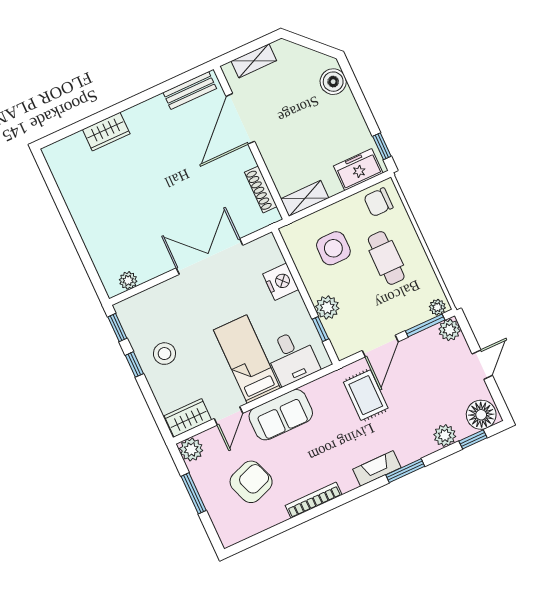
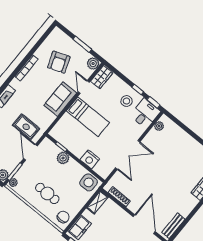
side table: (333, 248) -> (89, 182), moved
desk: (292, 357) -> (145, 114), moved, turned 90

